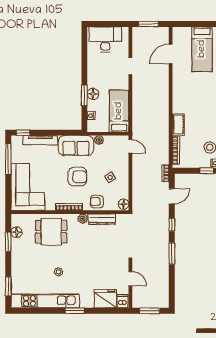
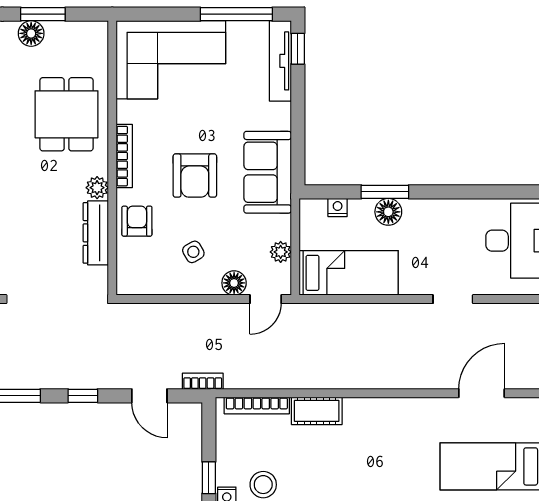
door: (171, 54) -> (482, 393), hinge flipped
tv unit: (40, 140) -> (280, 61), moved
plant: (99, 140) -> (281, 252), moved
floor lamp: (123, 204) -> (234, 283), moved
floor lamp: (17, 232) -> (31, 33), moved

